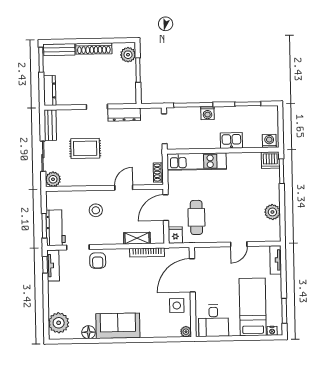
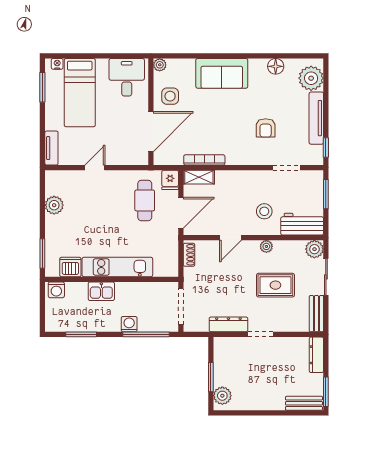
shoe rack: (94, 49) -> (263, 404), removed
dishwasher: (270, 160) -> (70, 267), moved
kitchen unit: (197, 162) -> (117, 267), moved
plant: (93, 181) -> (266, 246), added
workbench: (56, 228) -> (302, 224), moved, turned 90
shelving: (137, 238) -> (199, 177), moved
armchair: (98, 261) -> (266, 128), moved, turned 180
tv unit: (53, 266) -> (316, 118), moved, width x1.41
sofa: (118, 326) -> (222, 73), moved

